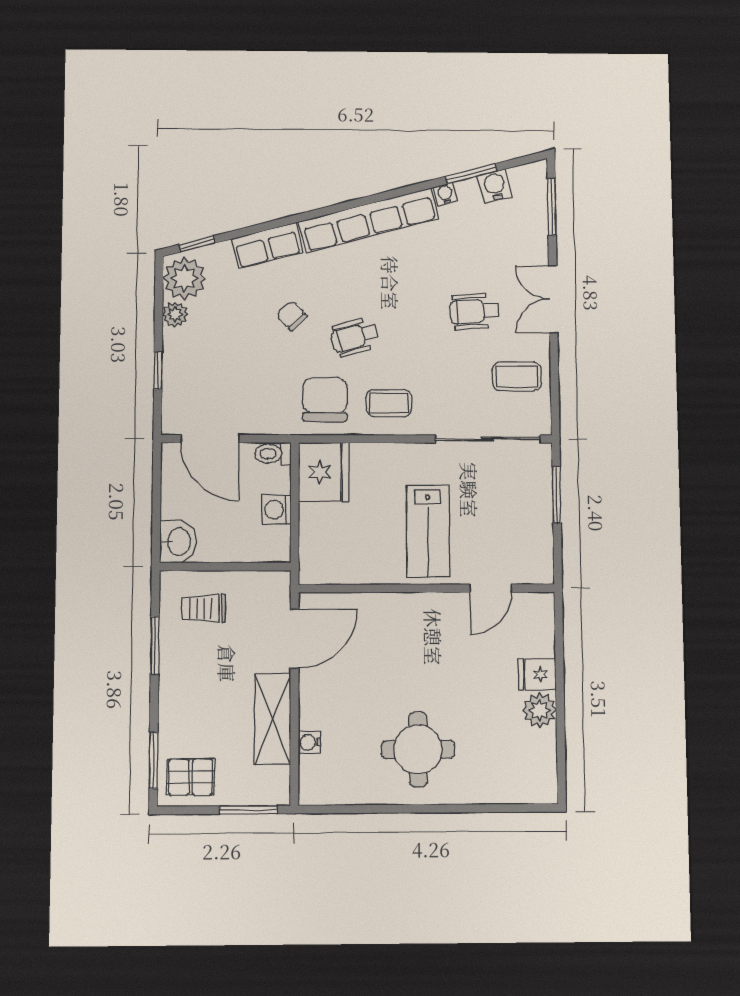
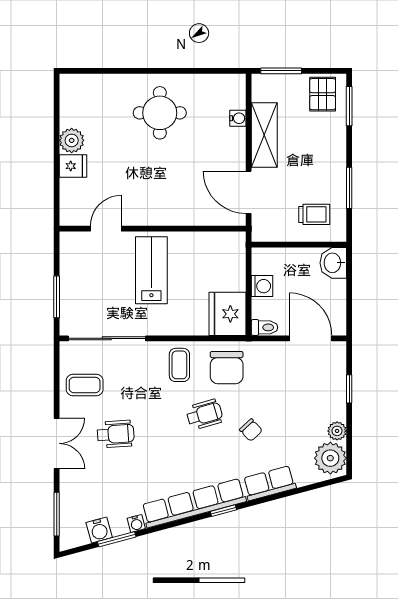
window: (197, 244) -> (223, 511), moved
coffee table: (389, 403) -> (179, 365), turned 90
door: (295, 639) -> (249, 192), hinge flipped
pallet: (191, 777) -> (323, 94), turned 90

